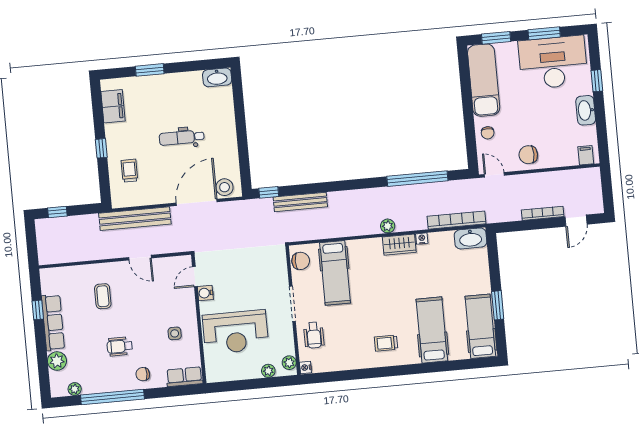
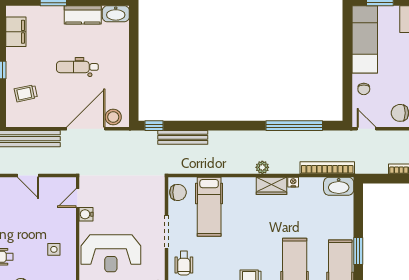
kitchen counter: (182, 82) -> (83, 15), added
trolley: (129, 171) -> (26, 93), turned -102

